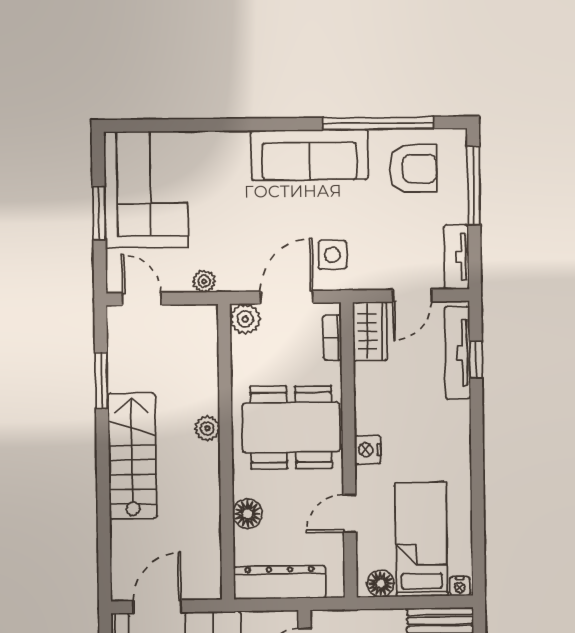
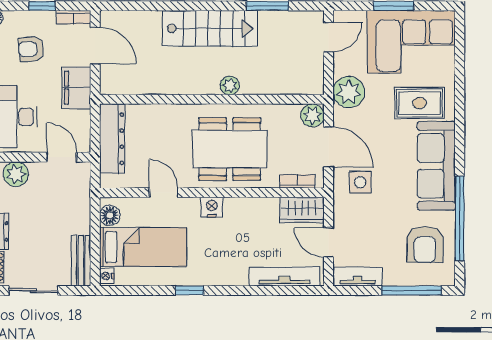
rug: (227, 178) -> (420, 103), added
plant: (204, 281) -> (349, 92), width x1.88, depth x1.88
window: (476, 360) -> (189, 290), moved
dining table: (291, 427) -> (230, 149), turned 90
floor lamp: (247, 514) -> (165, 115), removed

